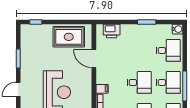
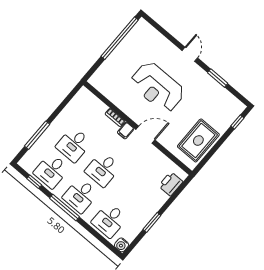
door: (94, 59) -> (145, 135), moved

